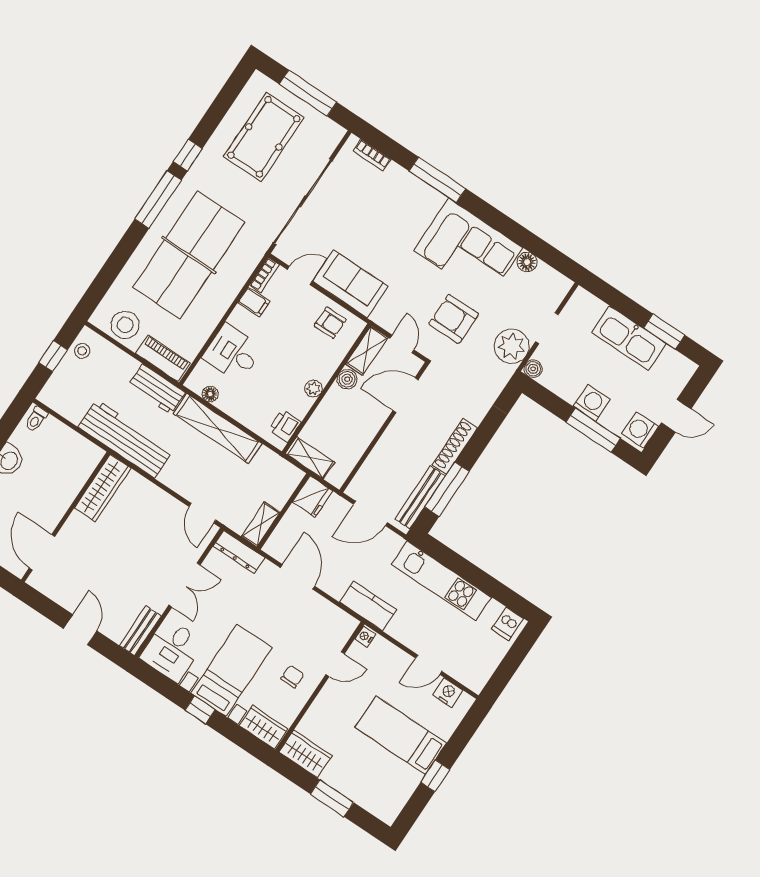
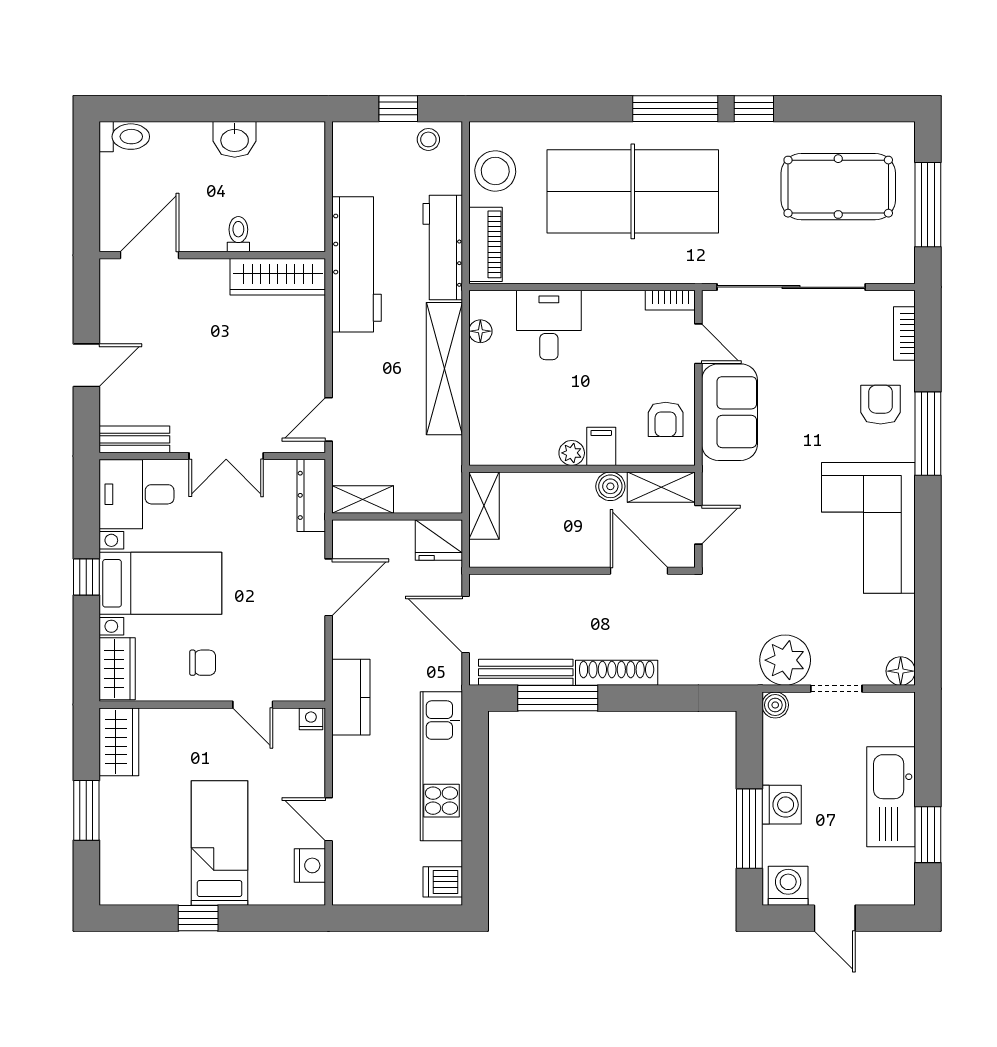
floor lamp: (527, 262) -> (901, 671), moved
filing cabinet: (254, 302) -> (601, 446), moved, turned 180
armchair: (454, 319) -> (881, 405), moved, width x0.72, depth x0.72
workbench: (157, 389) -> (443, 247), width x1.38
toilet: (36, 419) -> (238, 234), moved, turned 90
printer: (285, 426) -> (503, 449), removed

